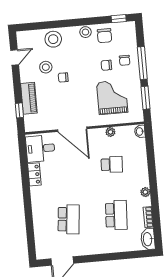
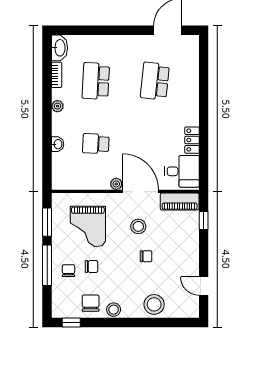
door: (15, 57) -> (204, 286), hinge flipped
stool: (46, 67) -> (138, 226), moved
piano: (29, 98) -> (180, 202), moved, turned -90
washbasin: (140, 131) -> (58, 144), moved
plant: (110, 132) -> (116, 184), moved

